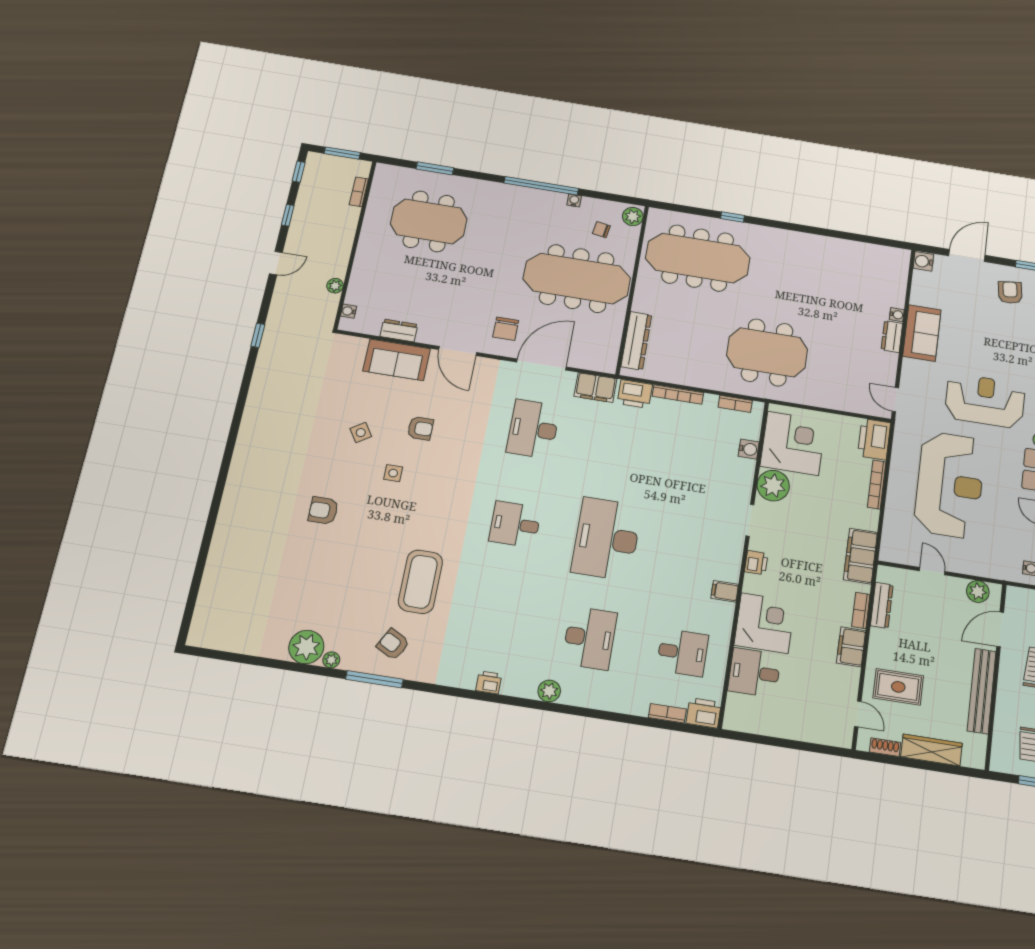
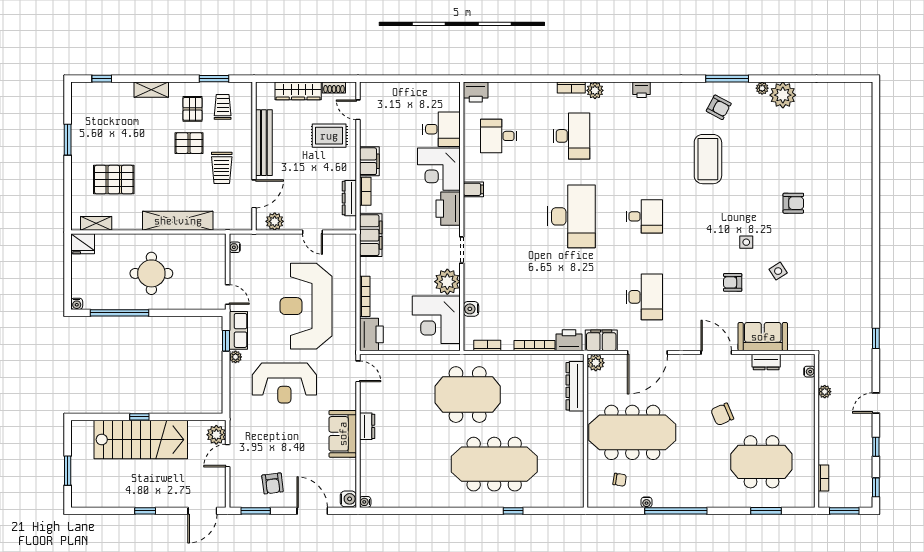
plant: (633, 217) -> (596, 363), moved
door: (967, 256) -> (312, 511), swing flipped
meeting table: (698, 258) -> (494, 464), moved
water cooler: (897, 315) -> (365, 502), moved
chair: (506, 329) -> (722, 414), moved, turned -113
printer: (756, 563) -> (448, 209), width x1.87, depth x1.48
desk: (590, 638) -> (572, 136), turned 180
bookcase: (667, 713) -> (571, 88), moved

